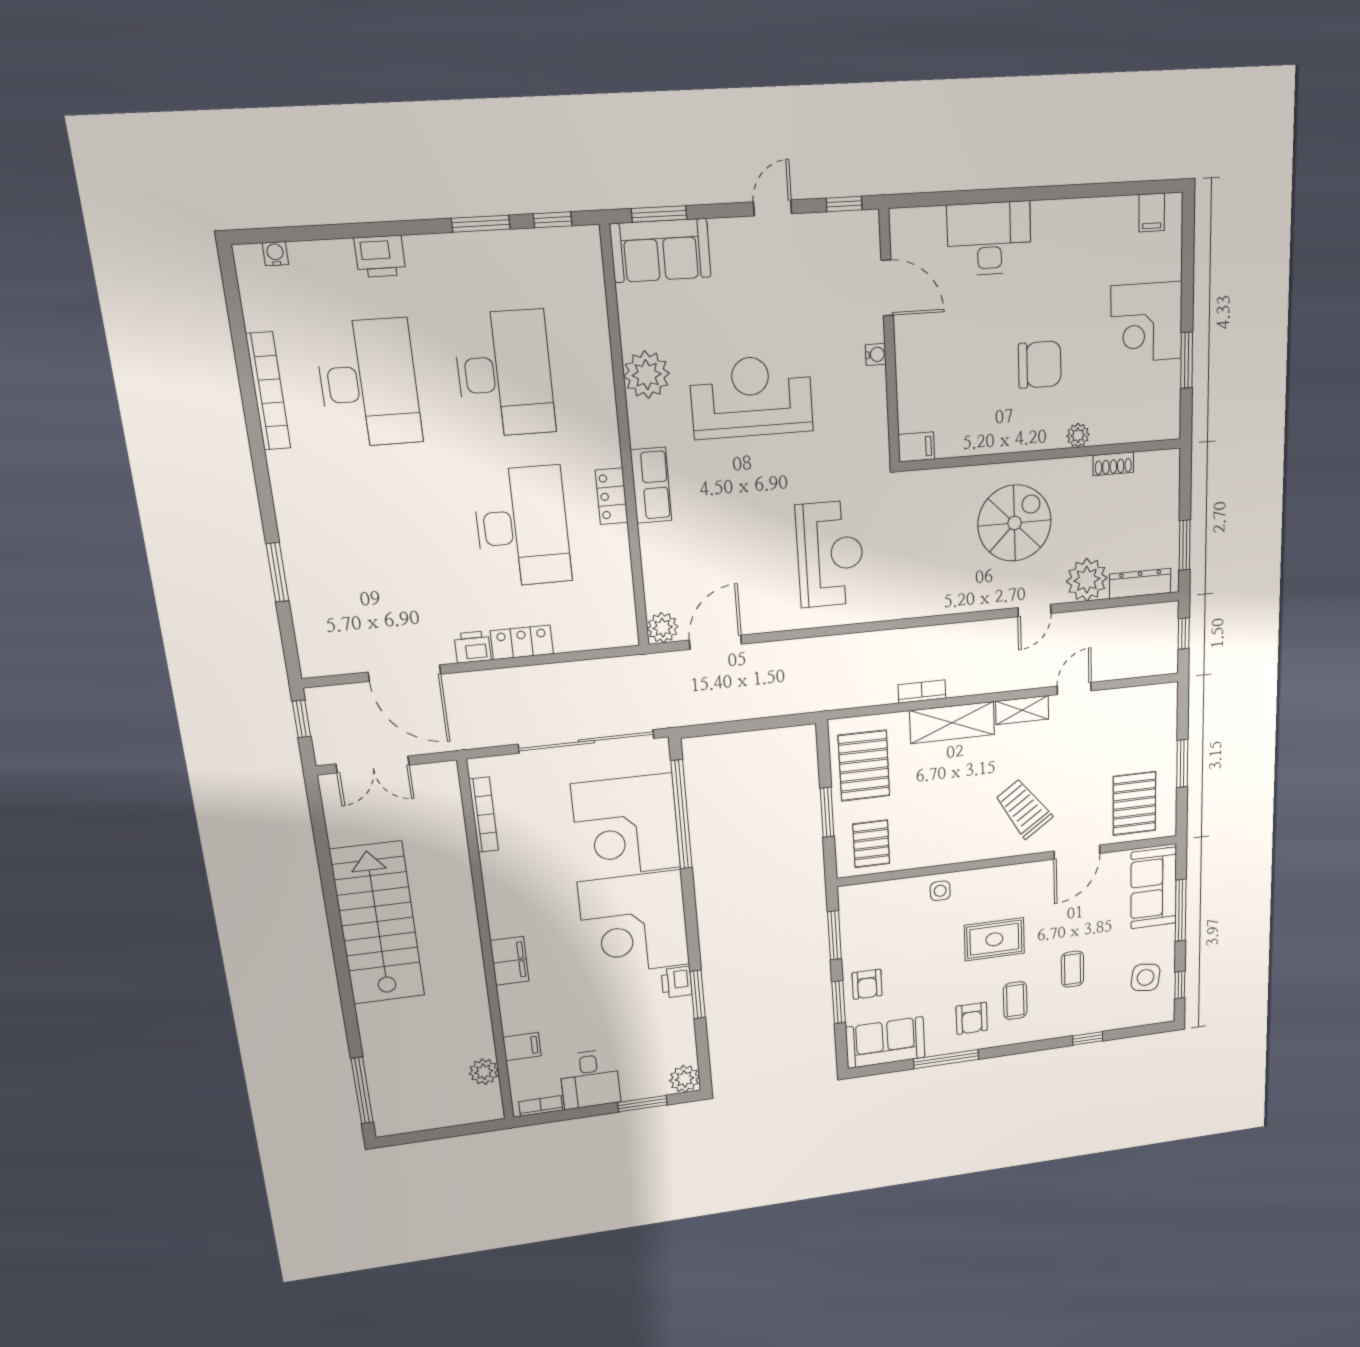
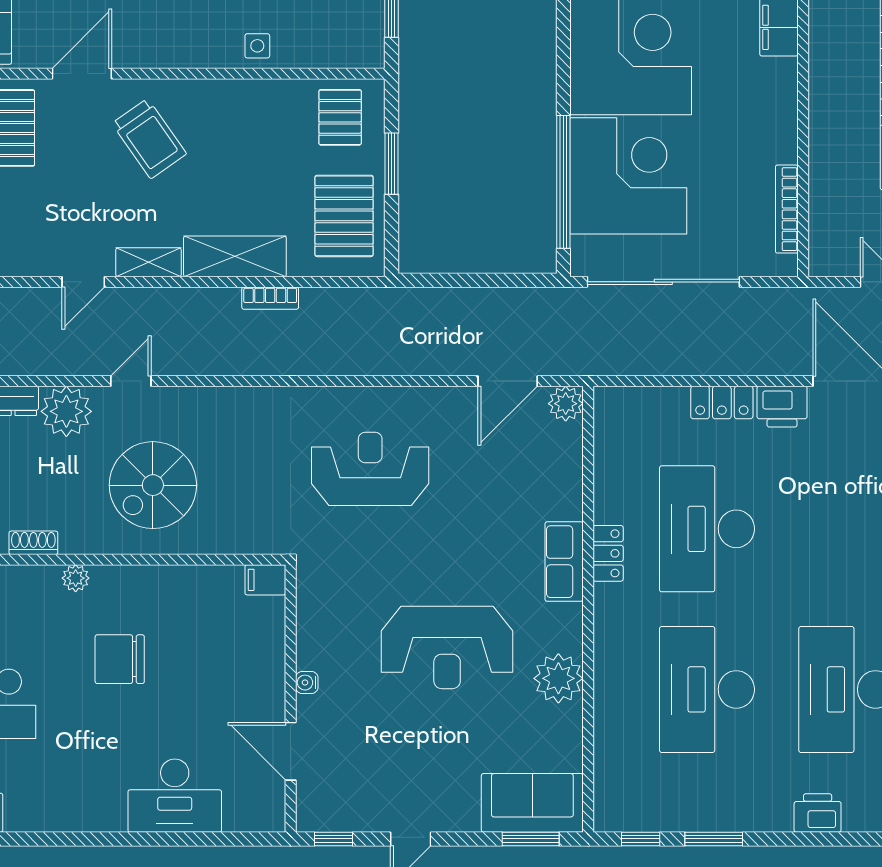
reception desk: (830, 554) -> (370, 469), turned 90
printer: (473, 647) -> (782, 407), width x1.36, depth x1.24

